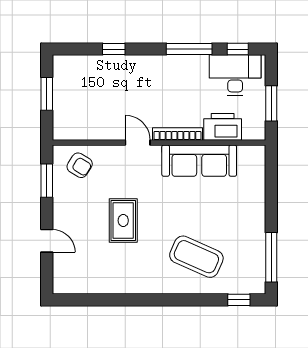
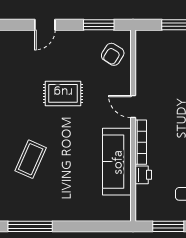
printer: (223, 127) -> (143, 175), width x0.53, depth x0.68
door: (138, 143) -> (133, 107), swing flipped
coffee table: (196, 257) -> (31, 159), width x0.73, depth x0.76

